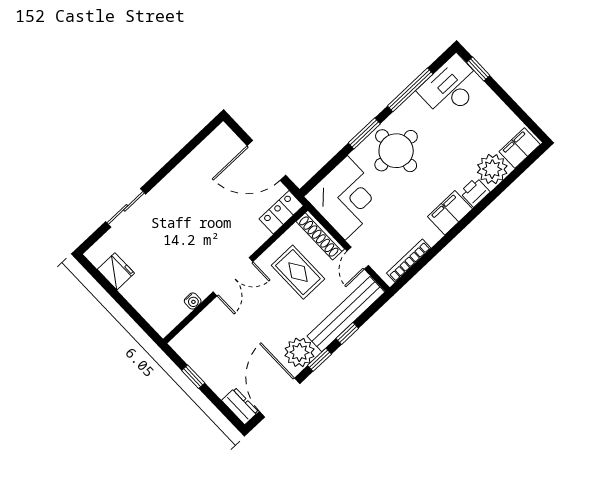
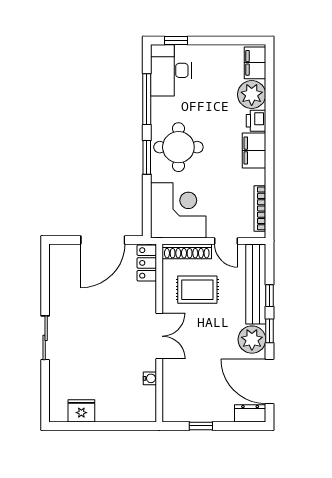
sliding door: (126, 208) -> (45, 338), moved

